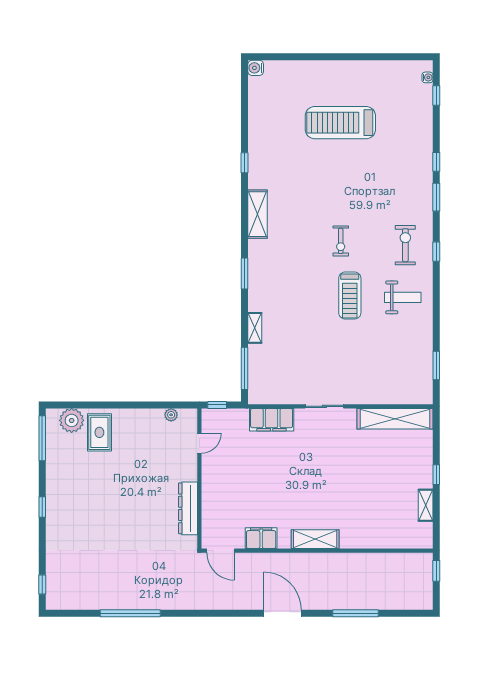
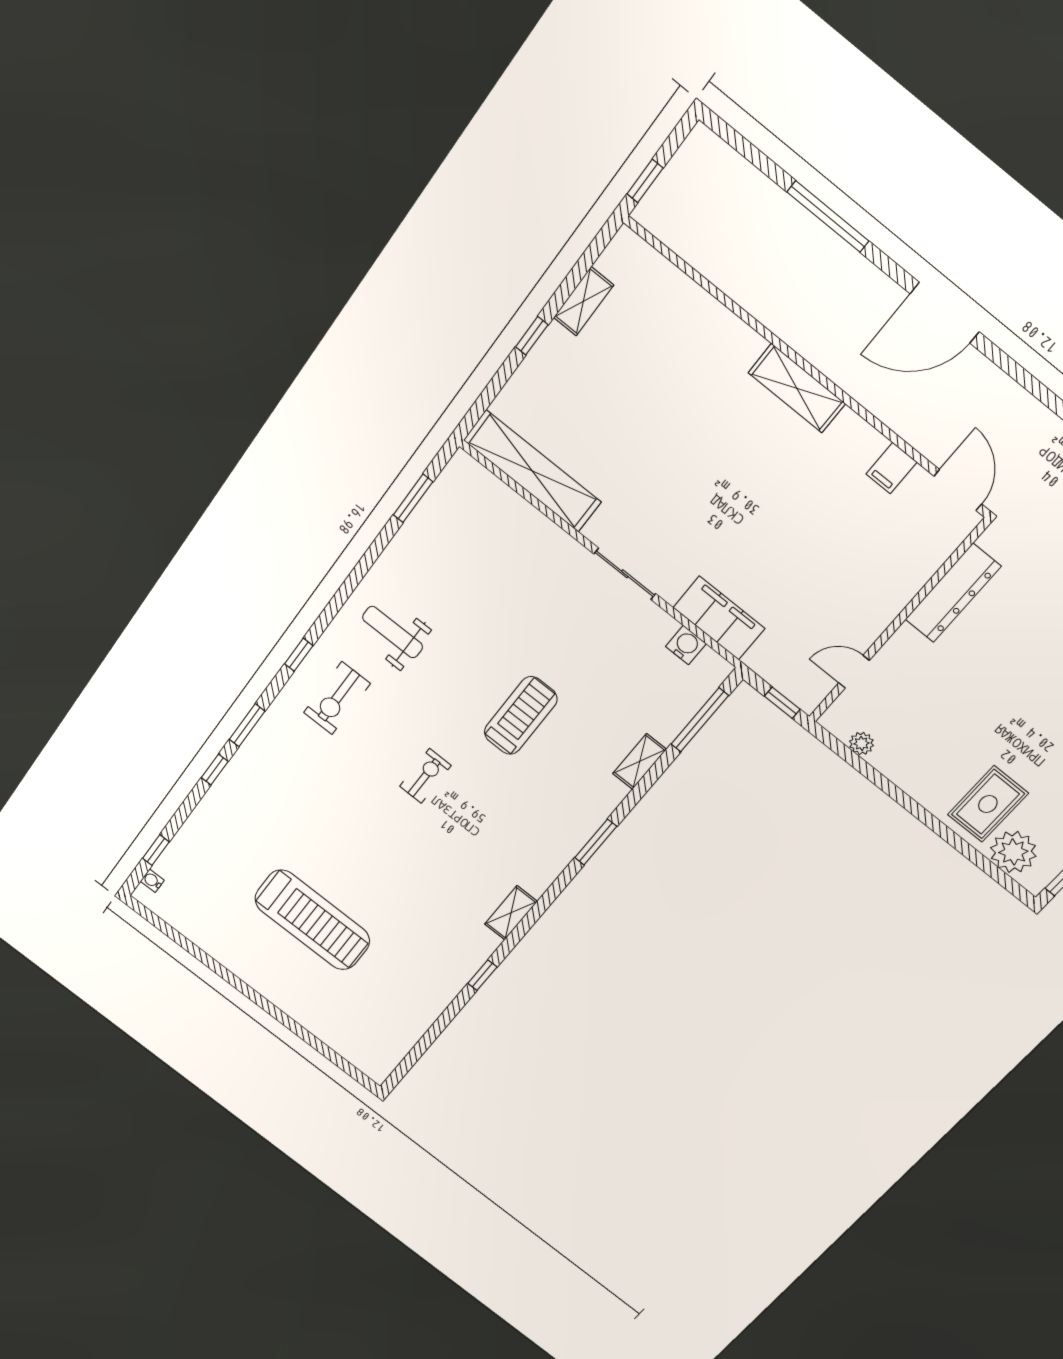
water cooler: (256, 68) -> (686, 645), moved, turned -90
shelving: (258, 214) -> (511, 913), width x0.67, depth x0.75
treadmill: (350, 295) -> (521, 716), moved
filing cabinet: (261, 538) -> (891, 468), width x0.50
door: (282, 613) -> (945, 313), hinge flipped

